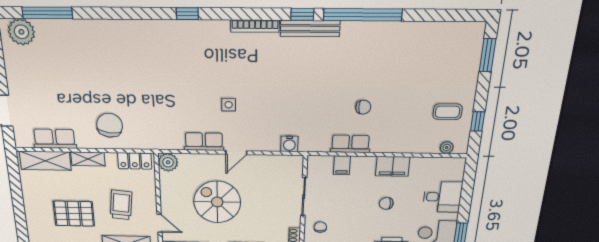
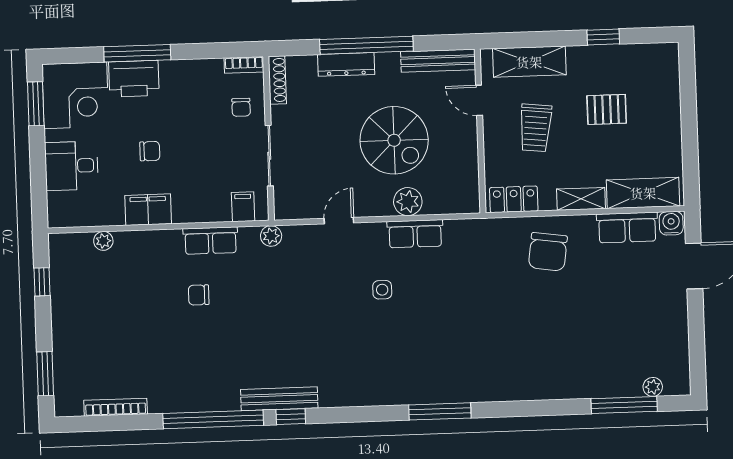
window: (187, 14) -> (440, 411), width x2.17
bookcase: (255, 26) -> (116, 407), moved
plant: (21, 32) -> (653, 387), width x0.53, depth x0.53
coffee table: (448, 112) -> (85, 294), removed
water cooler: (289, 144) -> (671, 223), moved
plant: (307, 145) -> (271, 236), added
plant: (447, 148) -> (103, 241), moved
door: (236, 153) -> (339, 221), moved
plant: (168, 162) -> (408, 202), moved
filing cabinet: (342, 165) -> (243, 207), moved
pallet: (74, 214) -> (607, 109), width x0.67, depth x0.71

